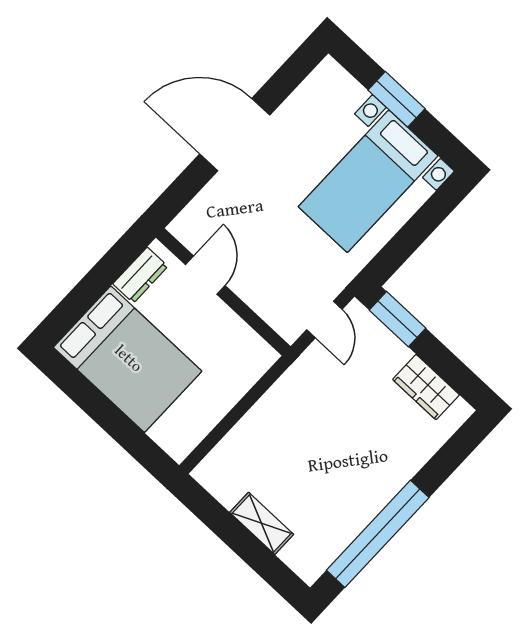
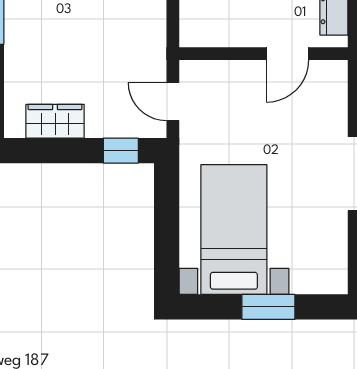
door: (205, 275) -> (287, 54), hinge flipped
window: (397, 319) -> (121, 151), width x0.67

